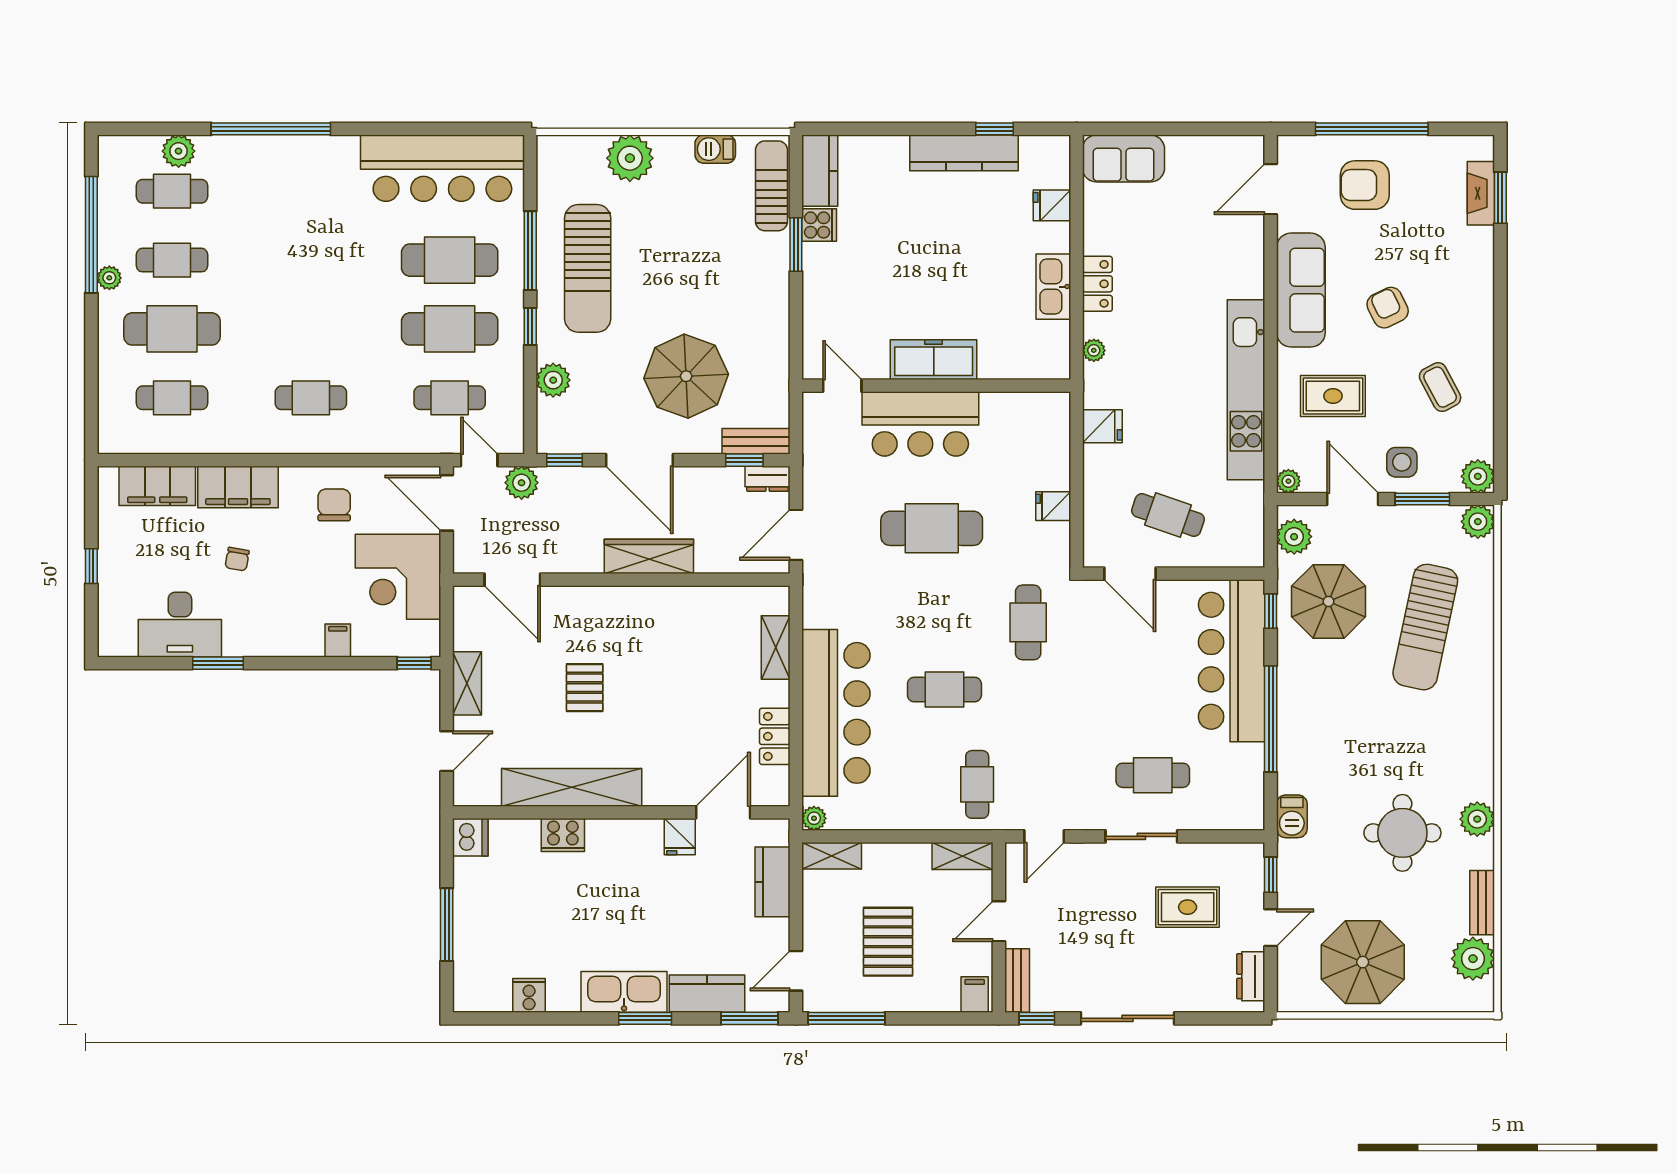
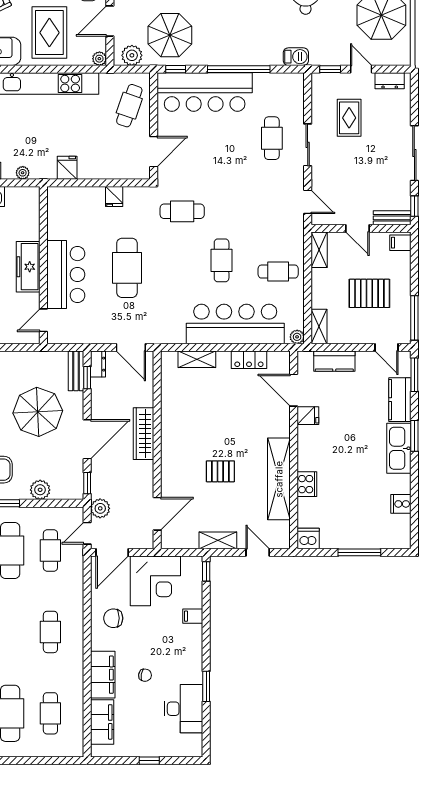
rug: (1333, 396) -> (49, 33), width x1.36, depth x1.43
cafe table: (1168, 515) -> (129, 106), moved
cafe table: (977, 784) -> (278, 272), moved

